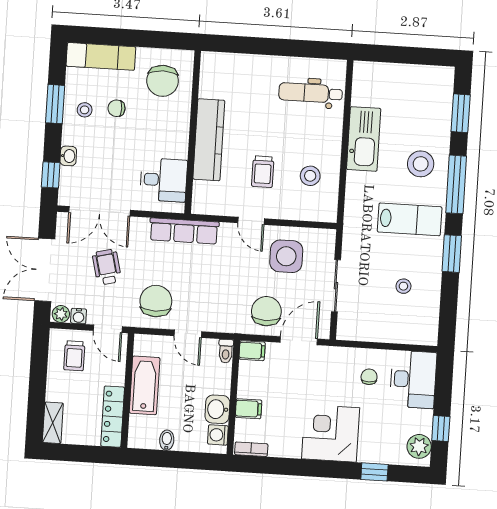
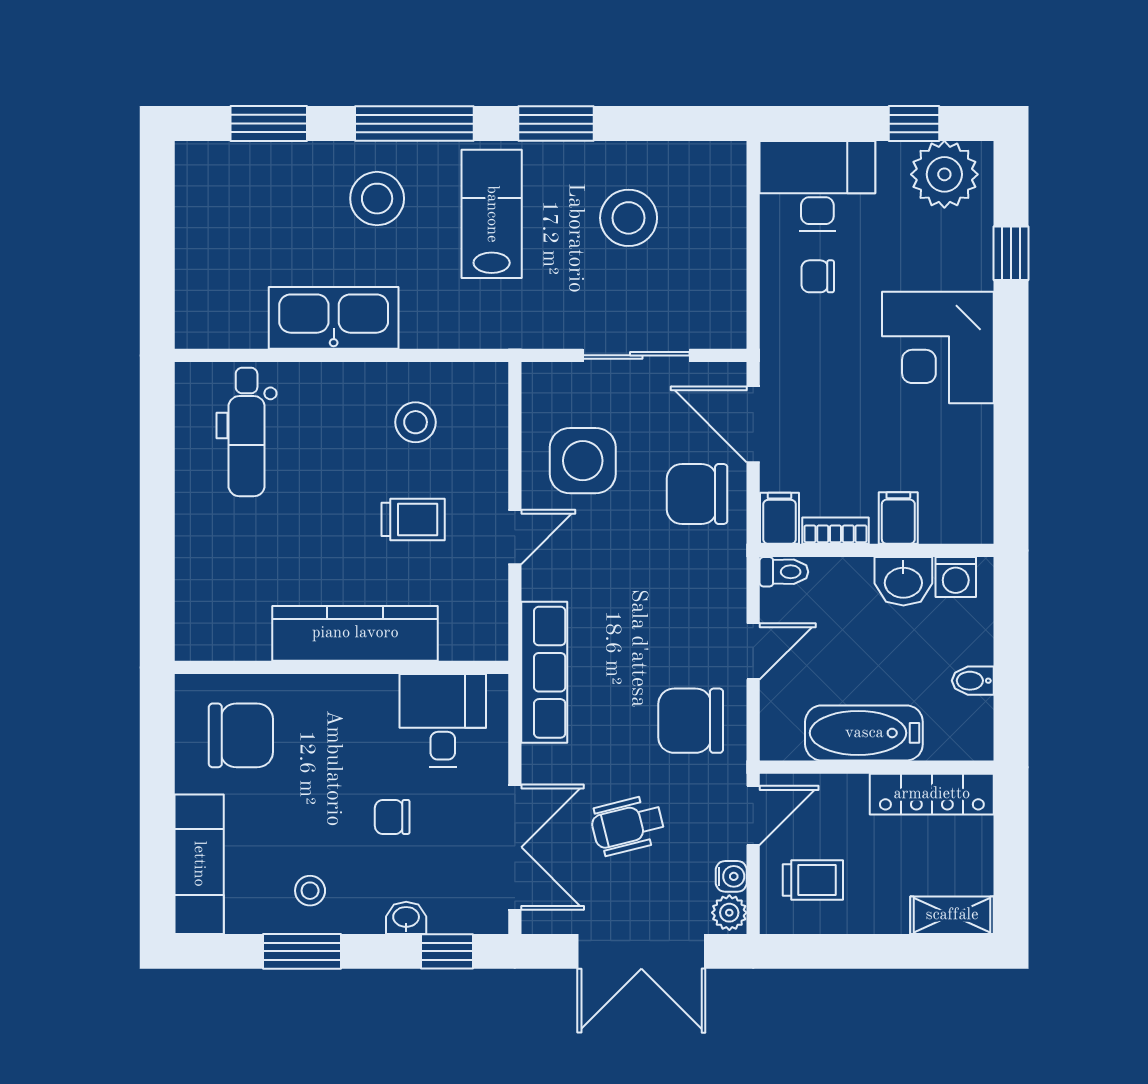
chair: (117, 108) -> (392, 817), moved, turned 90
stool: (403, 286) -> (629, 218), width x1.89, depth x1.89
plant: (419, 446) -> (944, 174), width x1.36, depth x1.36
bookcase: (251, 449) -> (836, 531), moved, turned 90

